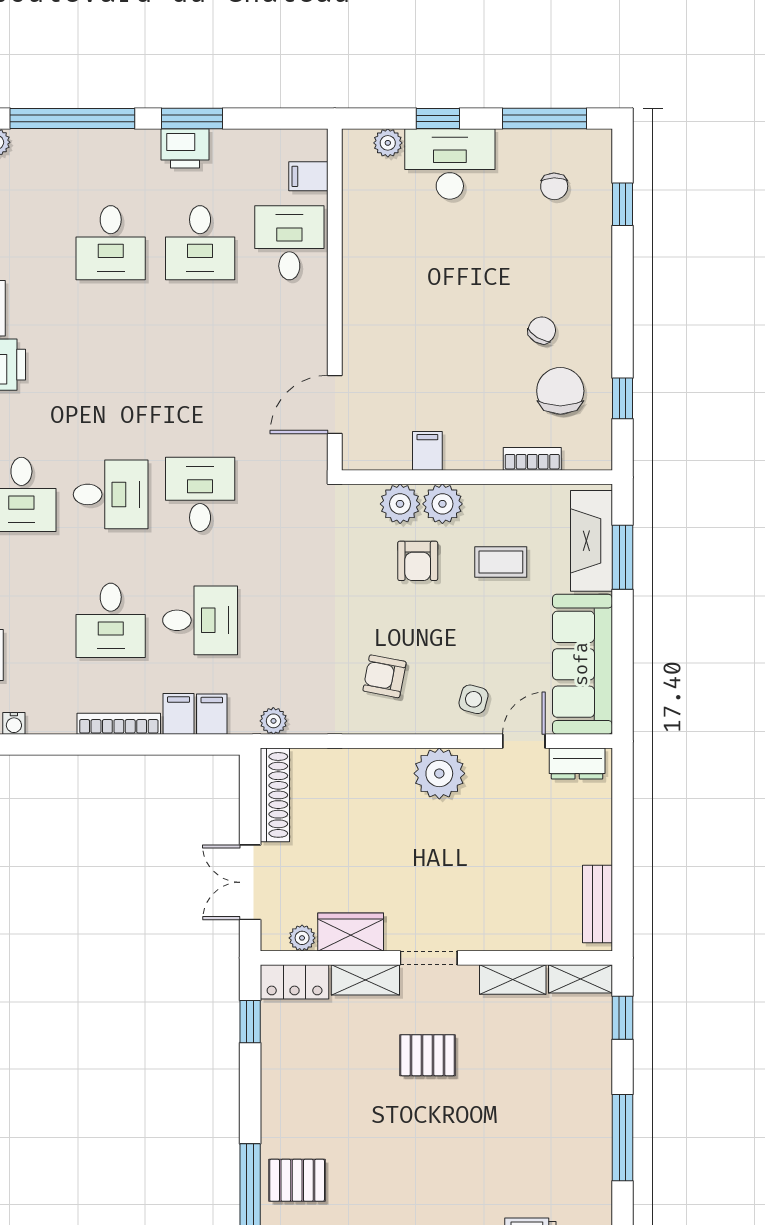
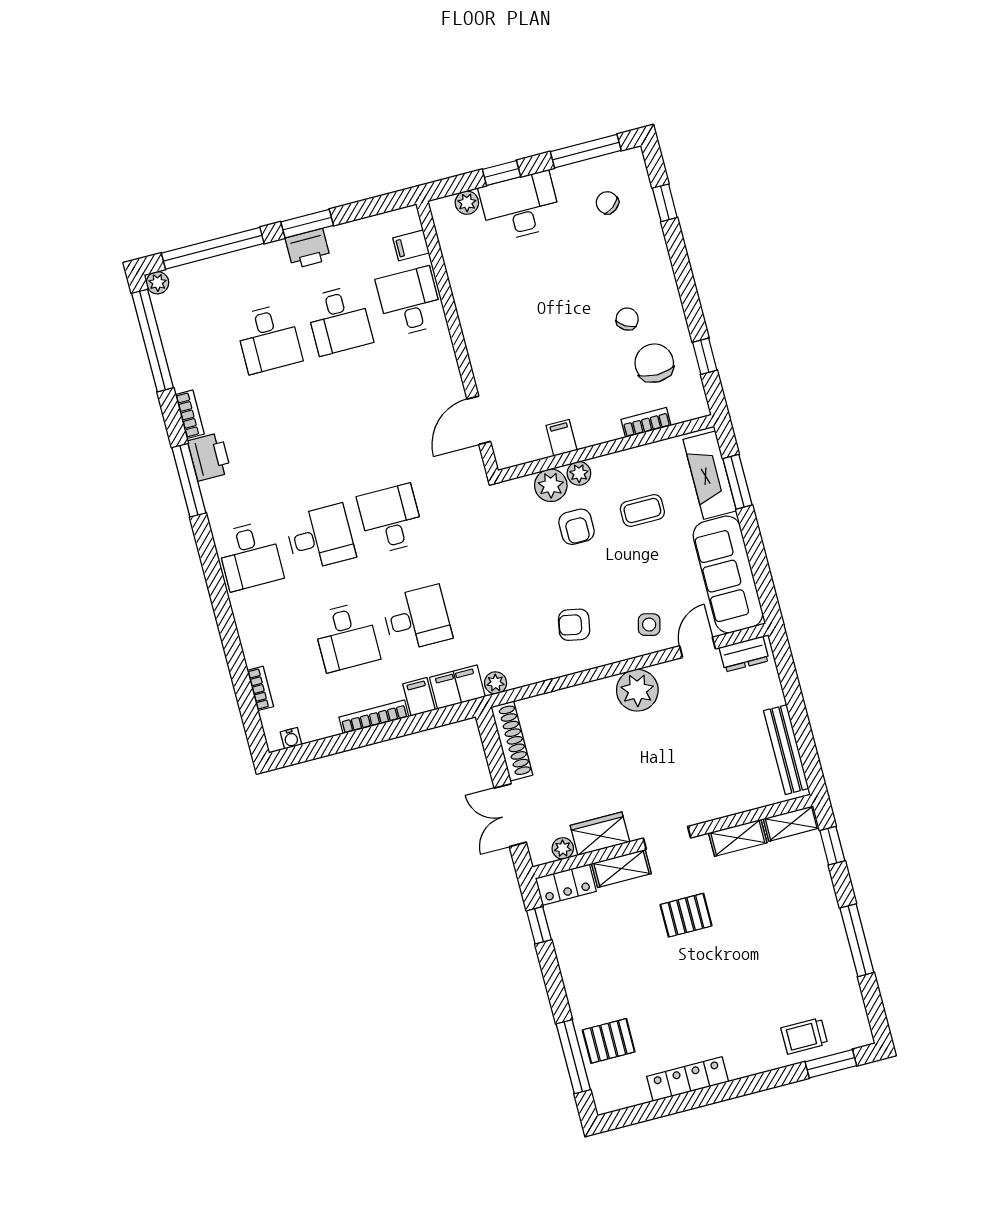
chair: (554, 186) -> (607, 203), turned 143
plant: (442, 504) -> (579, 473), width x0.73, depth x0.73
filing cabinet: (212, 714) -> (457, 687), width x2.00
bench: (597, 904) -> (786, 750), width x1.36

